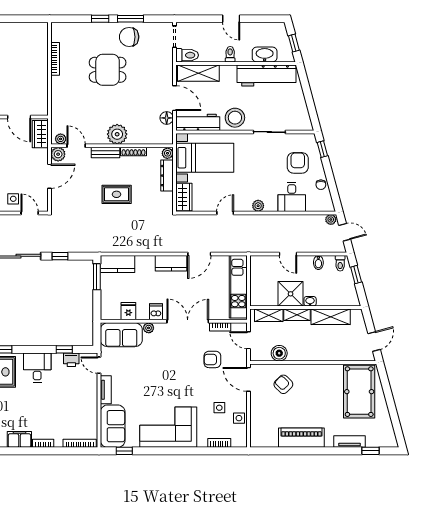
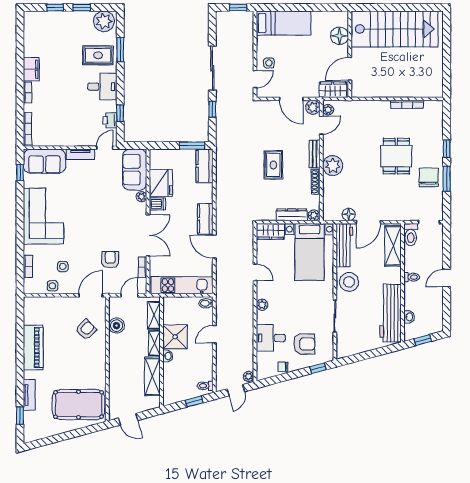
washbasin: (265, 54) -> (409, 317), width x0.52, depth x0.69
bidet: (318, 263) -> (206, 303), moved
fridge: (128, 311) -> (161, 183), width x1.88, depth x1.34

